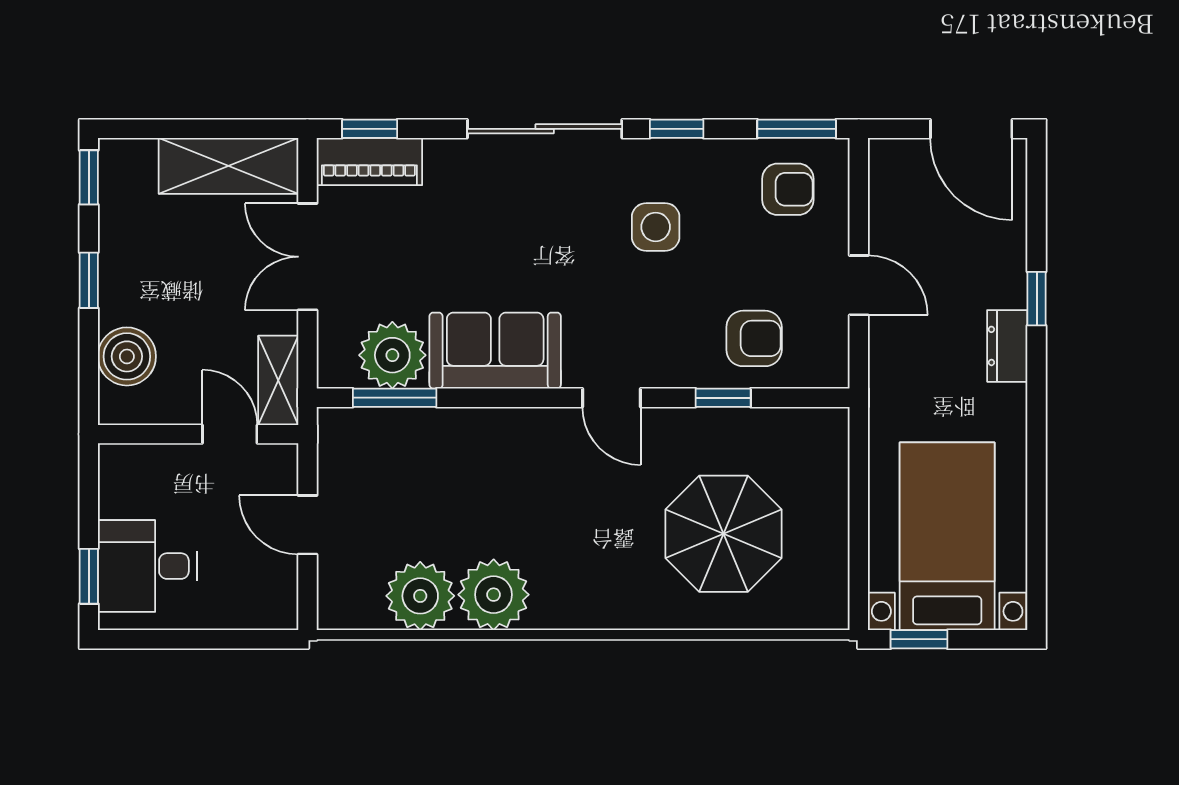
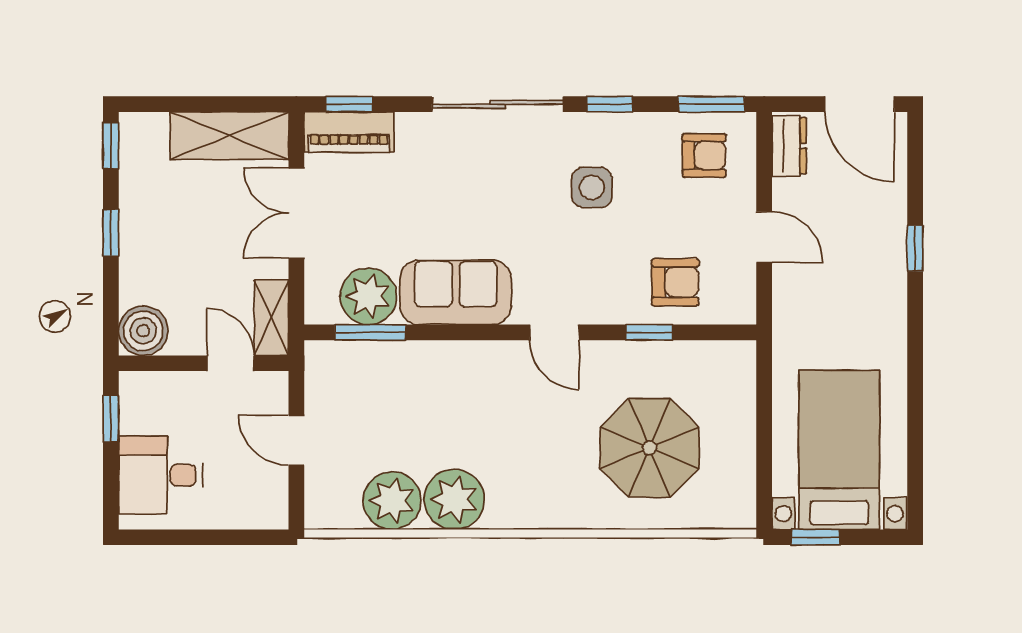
dresser: (1007, 346) -> (789, 146), moved, turned 180
boiler: (127, 356) -> (143, 331), moved
window: (89, 576) -> (111, 418), moved

